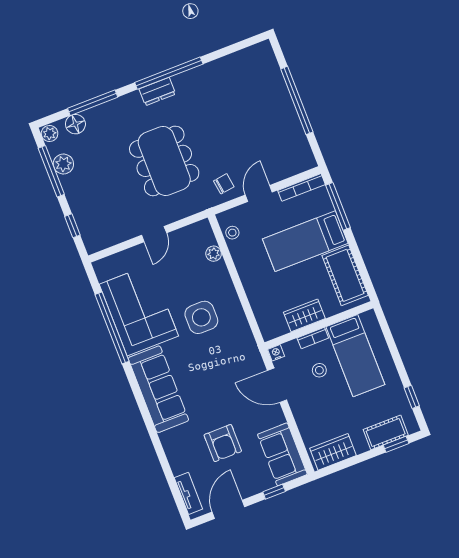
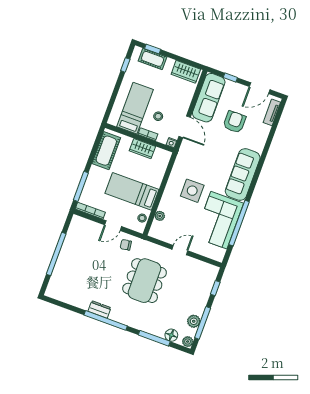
dresser: (157, 92) -> (99, 309), moved
bed: (305, 241) -> (132, 191), moved, turned 180
sofa: (282, 454) -> (209, 98), width x1.36

